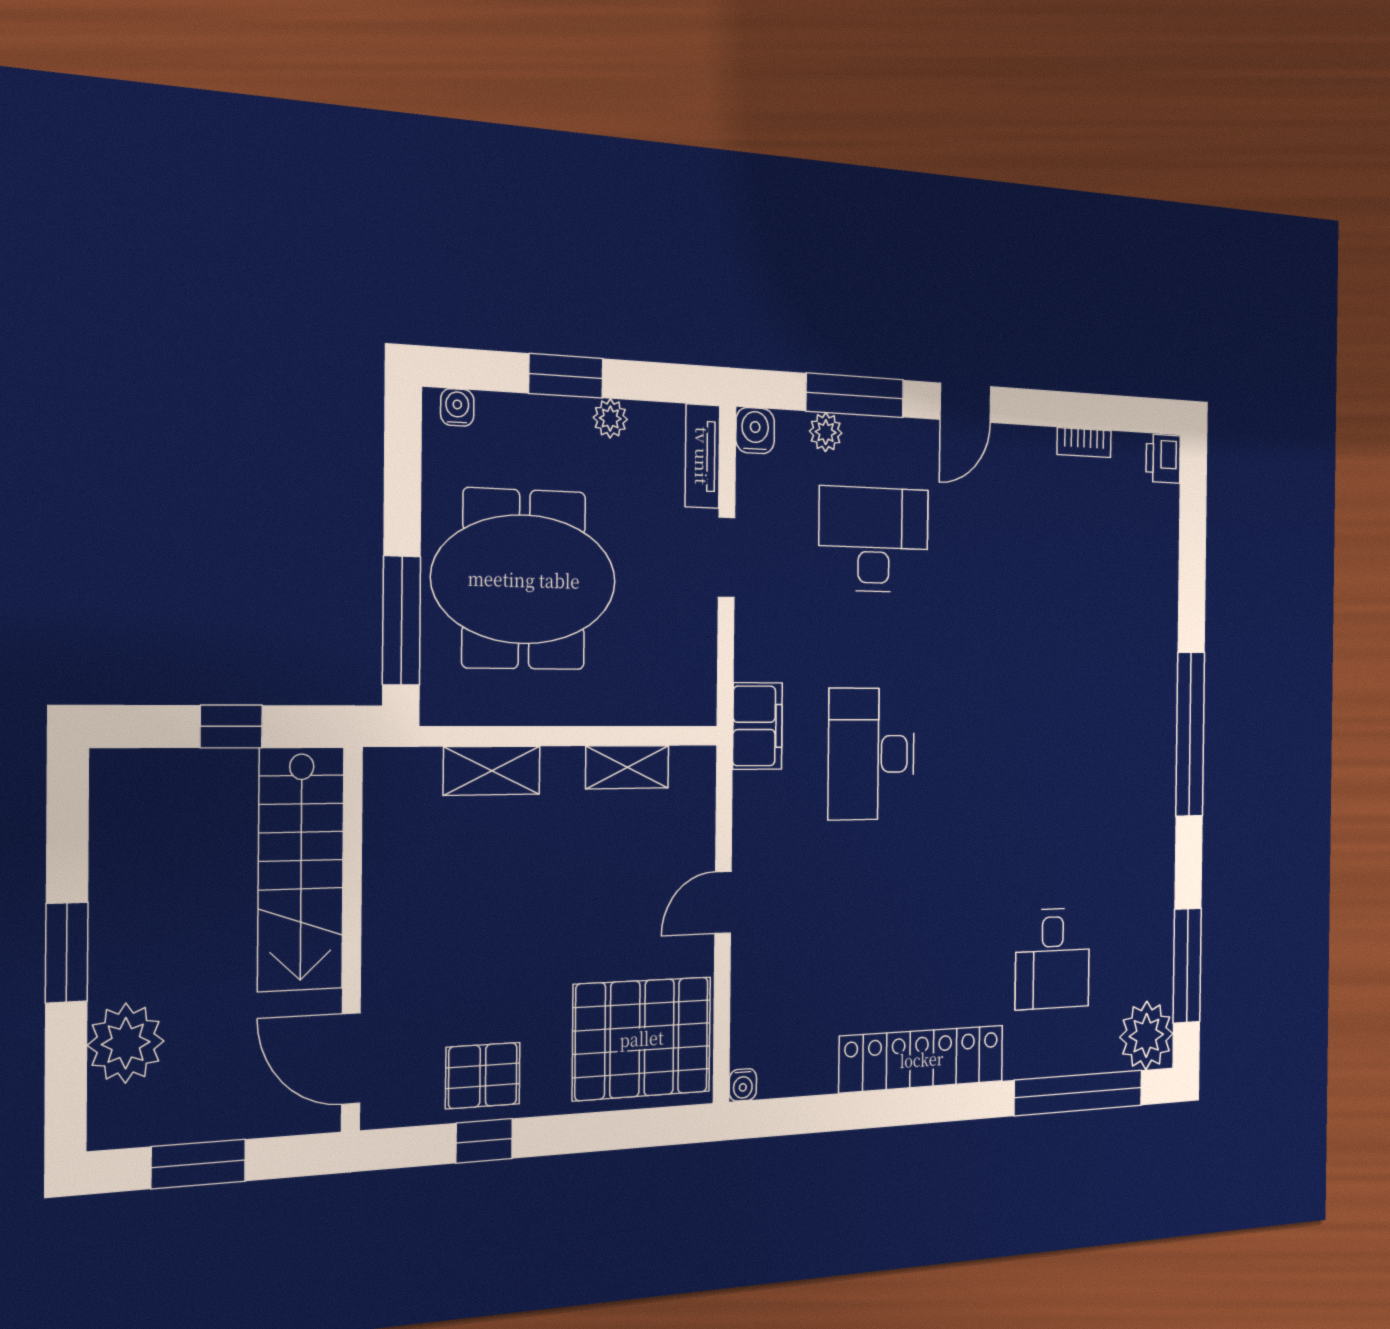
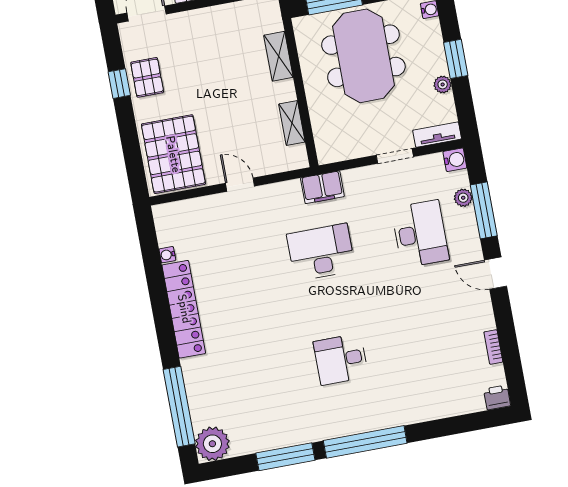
desk: (1053, 959) -> (341, 359), moved
window: (1187, 966) -> (285, 457), moved
water cooler: (743, 1085) -> (167, 255), moved

